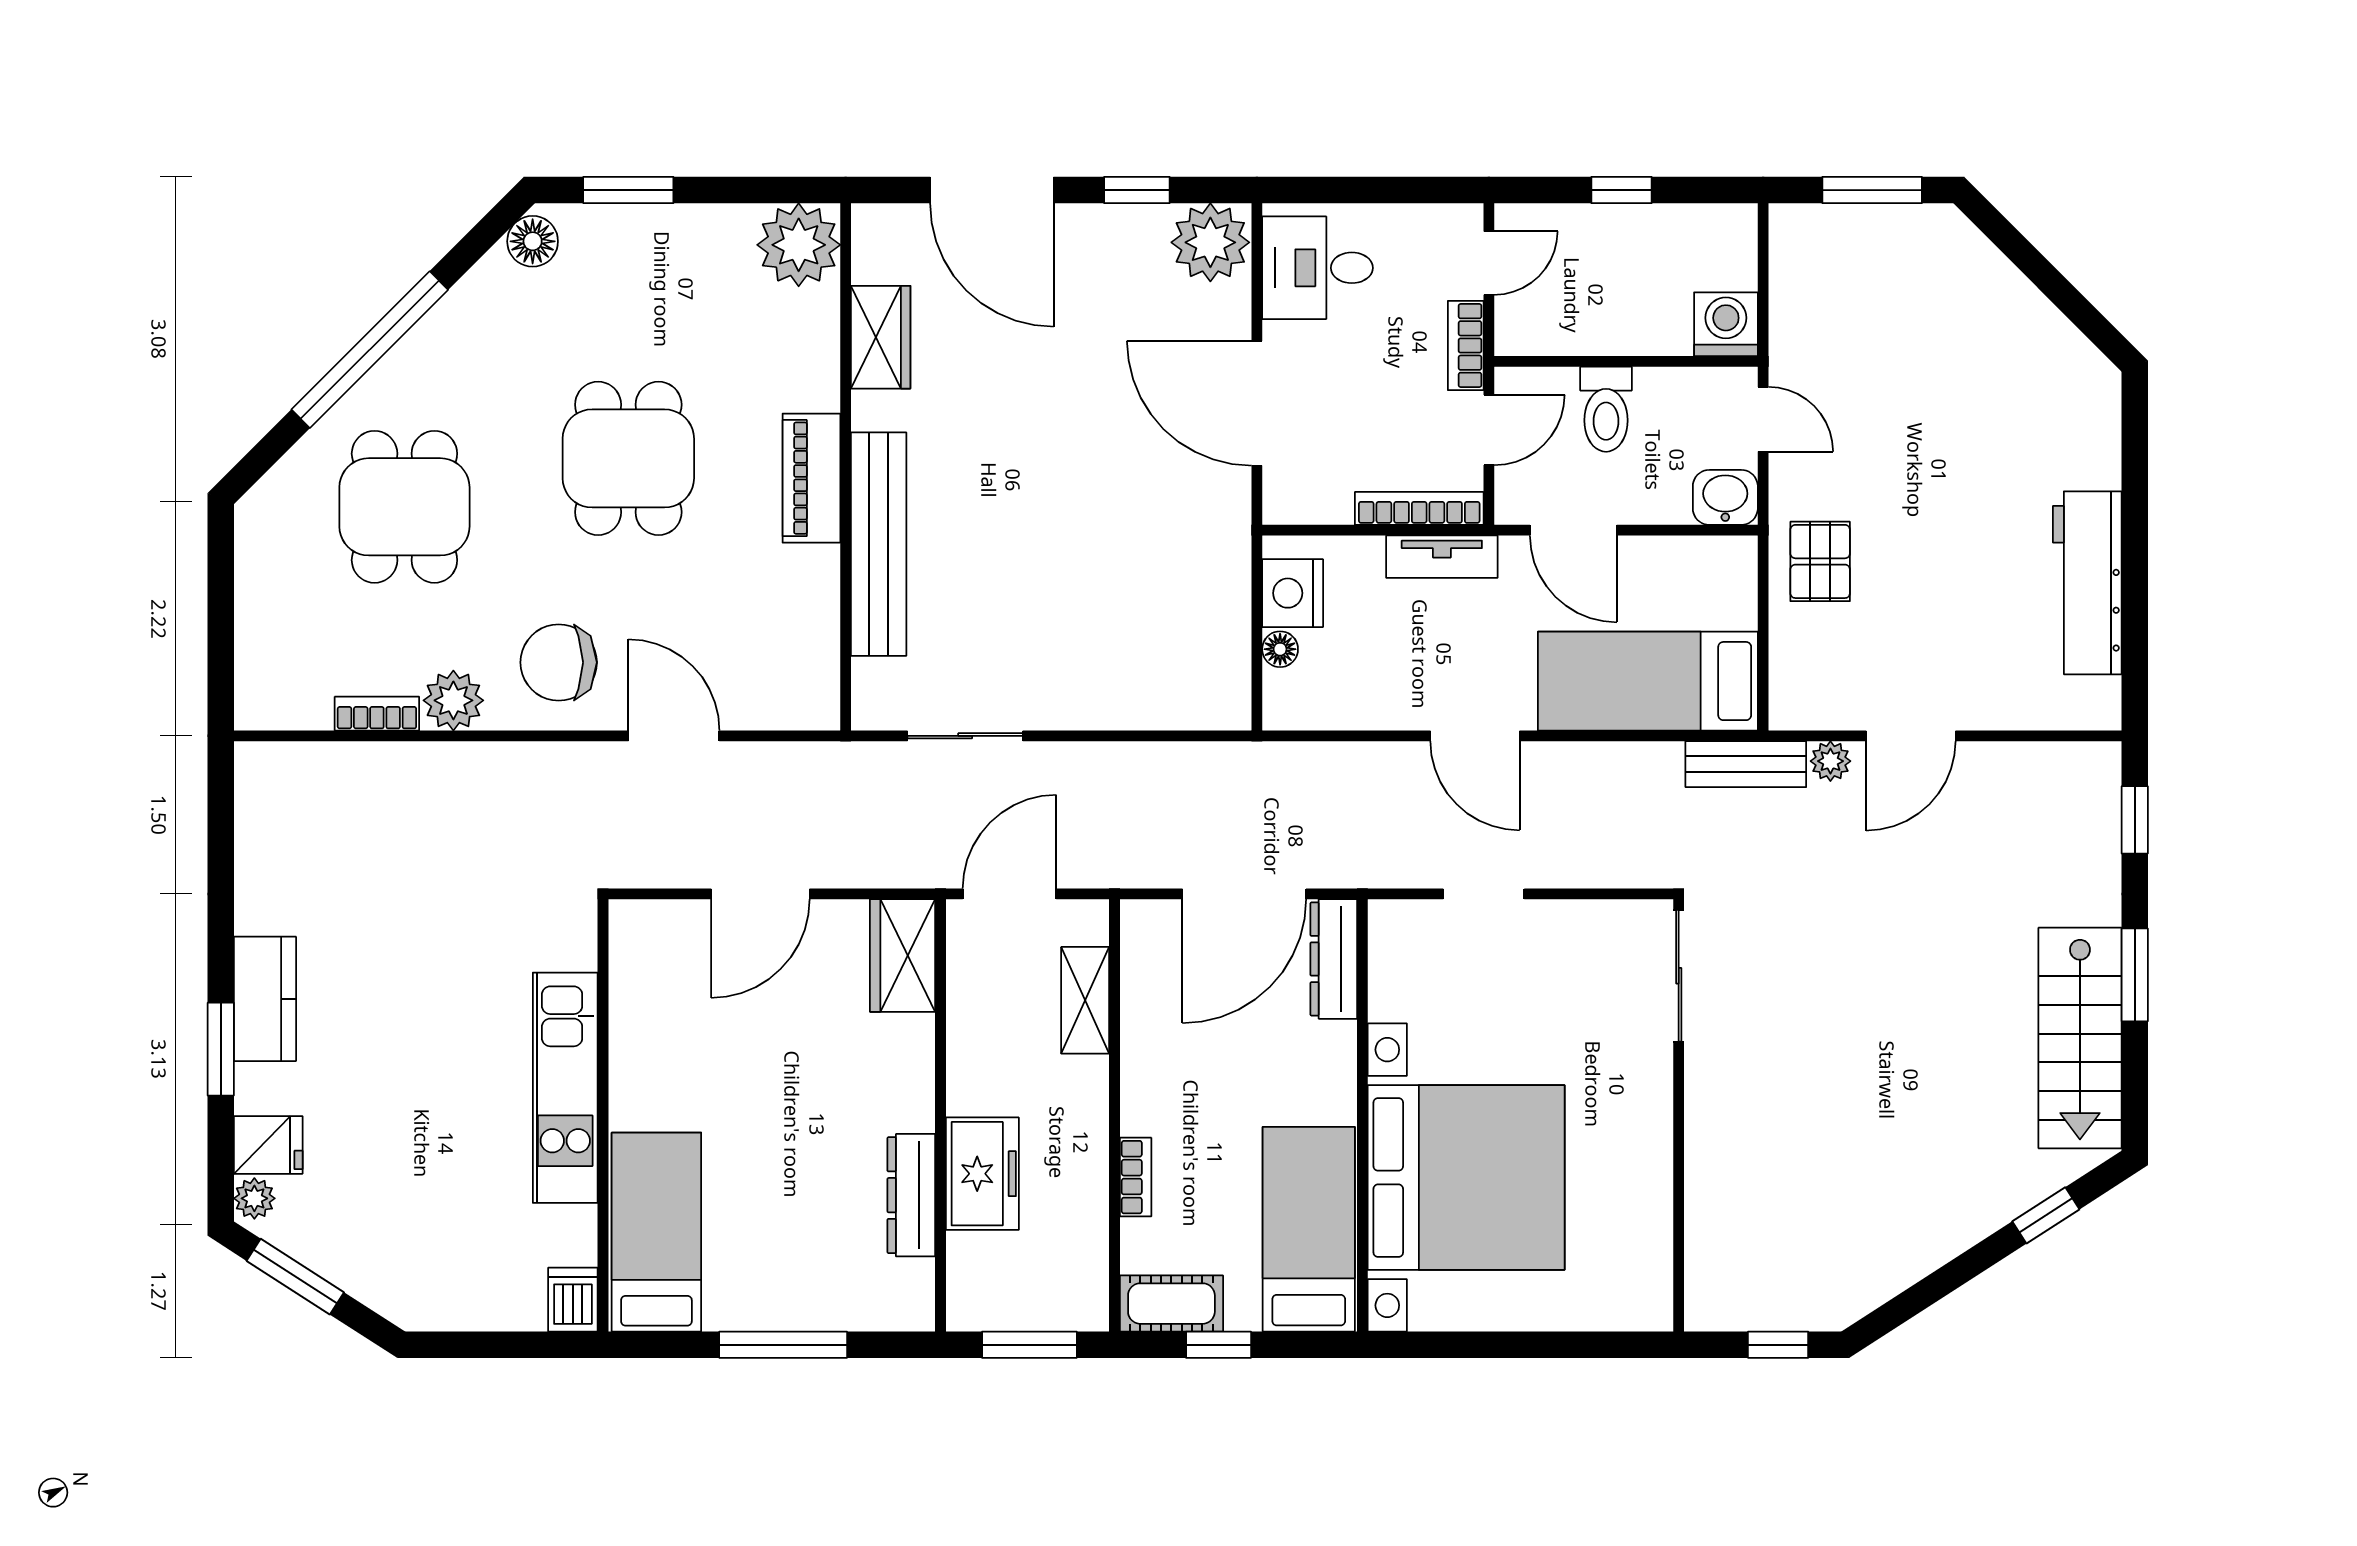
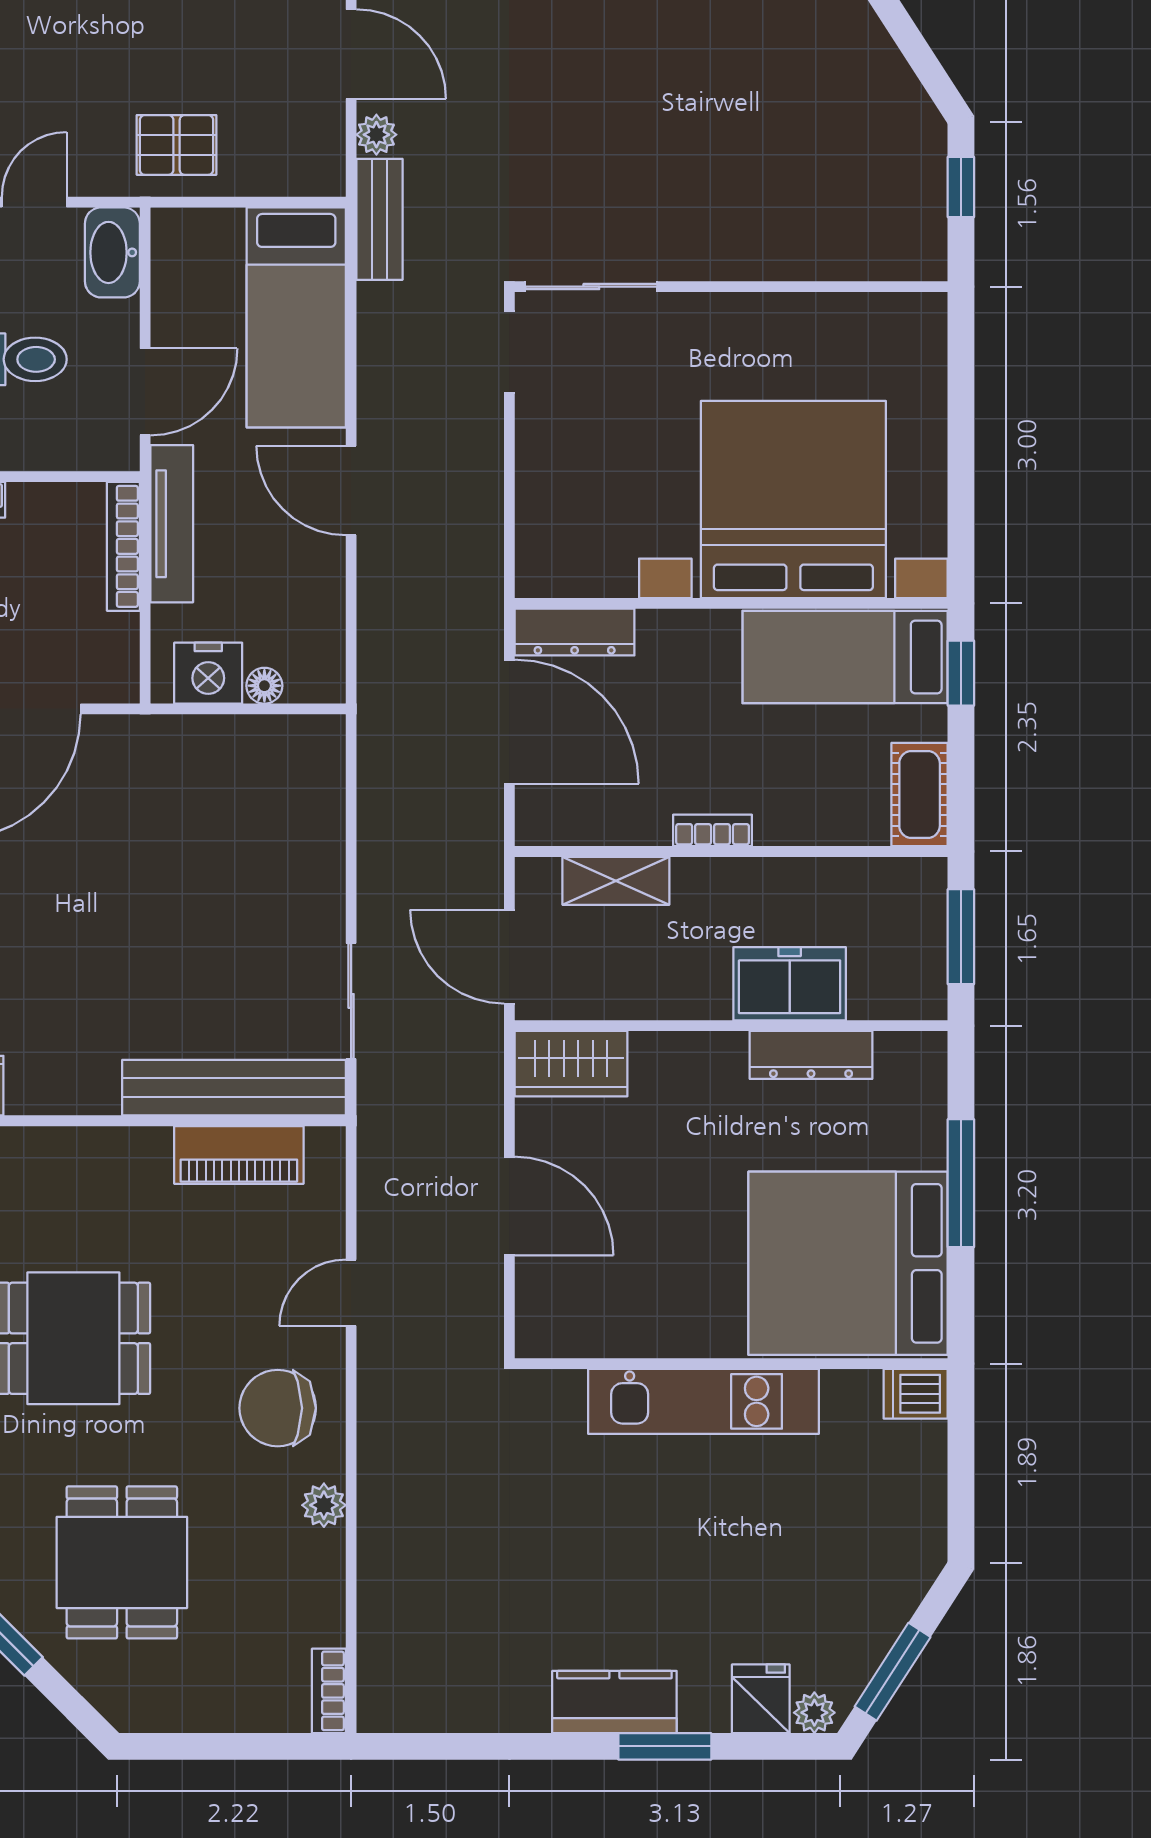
door: (1489, 430) -> (45, 477), removed
piano: (811, 478) -> (239, 1155), moved
washbasin: (1725, 497) -> (112, 252), width x1.38
dining table: (404, 507) -> (122, 1562), turned 90
bench: (879, 544) -> (234, 1088), moved
tv unit: (1442, 557) -> (172, 524), width x1.41
chair: (559, 662) -> (278, 1408), turned 90
plant: (453, 700) -> (324, 1505), width x0.73, depth x0.73
bookcase: (377, 714) -> (329, 1691), moved
door: (674, 736) -> (351, 1293), width x0.73
door: (1475, 736) -> (351, 490), swing flipped
doorway: (1484, 894) -> (509, 352), moved
bookcase: (1136, 1177) -> (713, 830), moved
bed: (656, 1232) -> (848, 1263), width x2.04
window: (1219, 1345) -> (961, 673), moved

